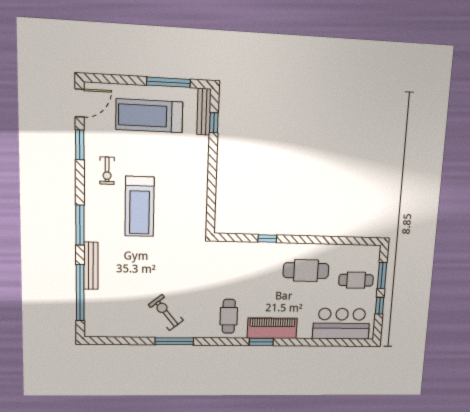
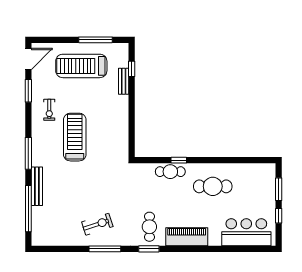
bench: (204, 112) -> (124, 81), moved, width x0.73
treadmill: (140, 206) -> (75, 137), turned 180
cafe table: (356, 280) -> (170, 172), moved
exercise bike: (166, 313) -> (97, 224), turned 111
window: (261, 342) -> (149, 249), moved

